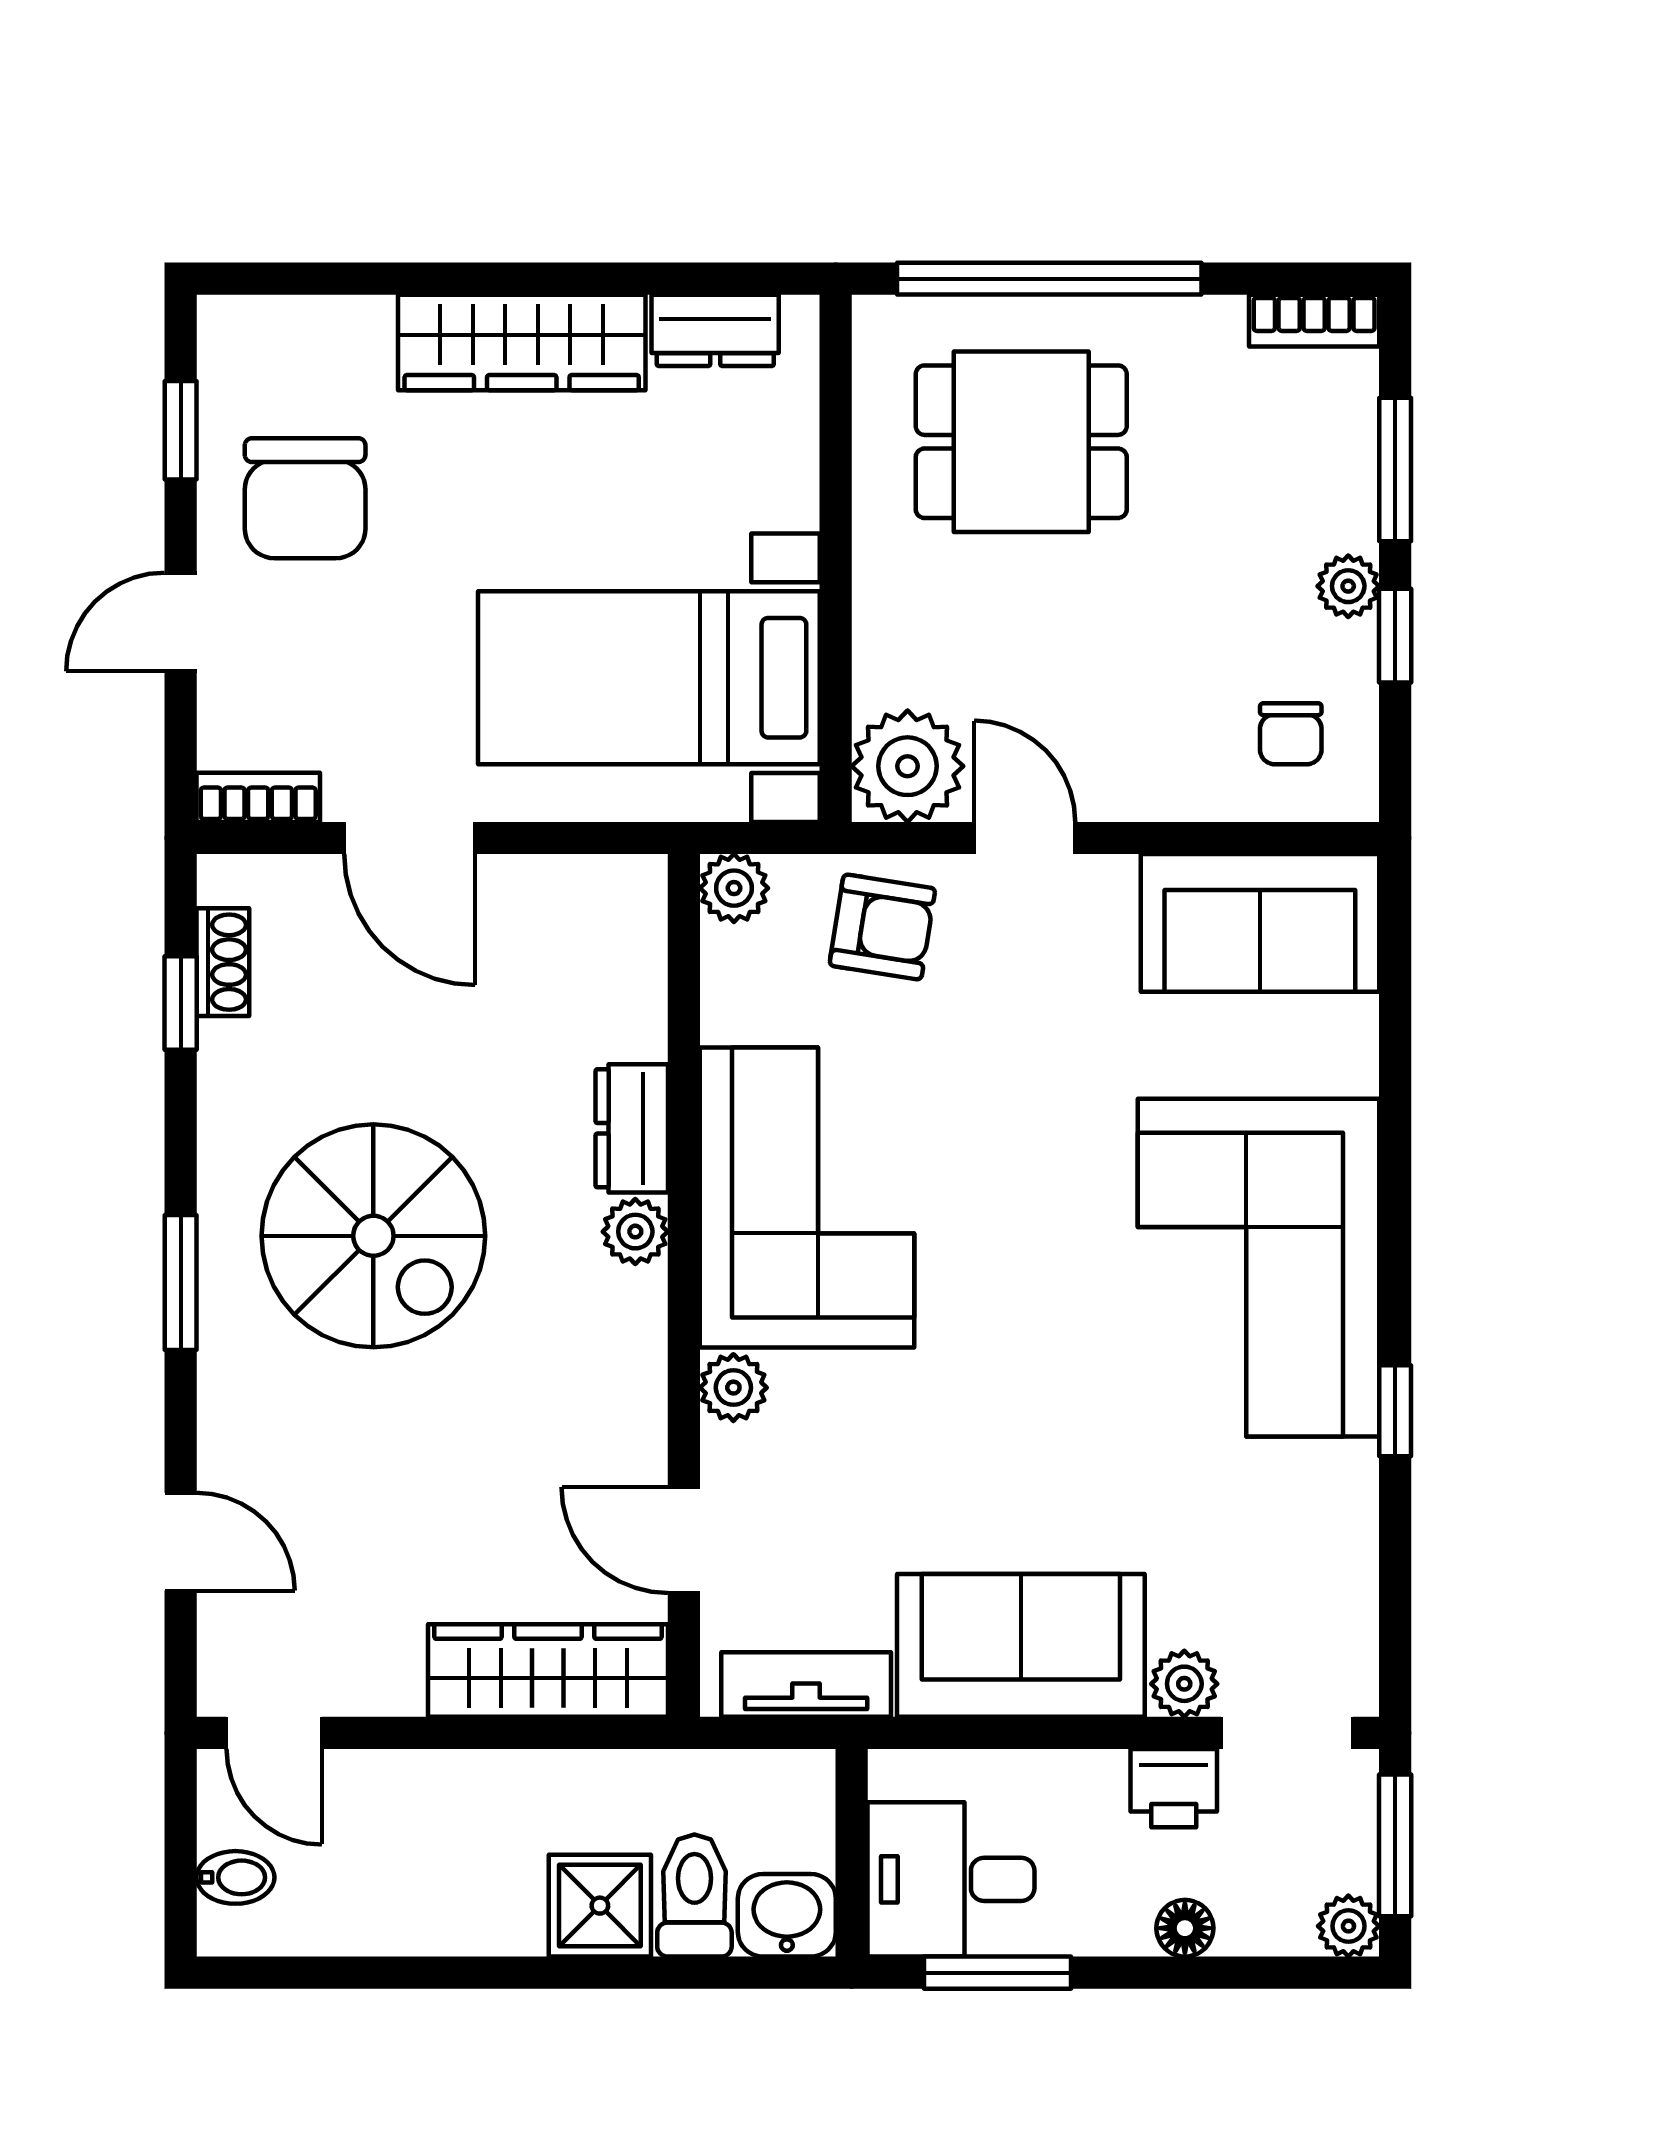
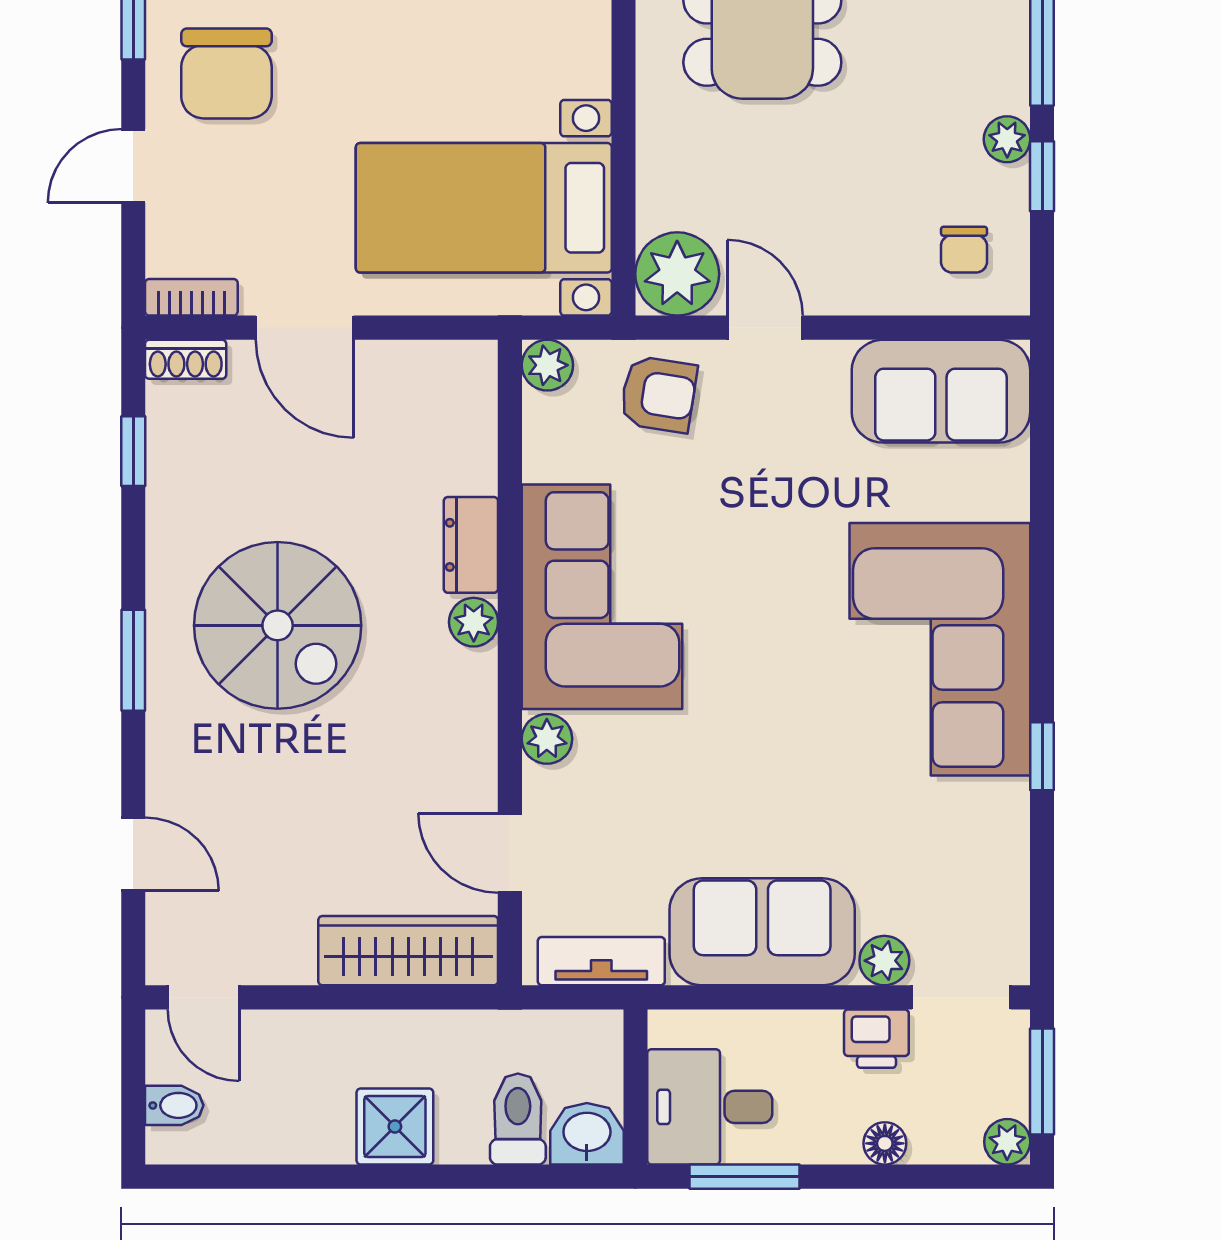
shoe rack: (223, 962) -> (186, 359), moved, turned 90
shower: (600, 1906) -> (395, 1127), moved

